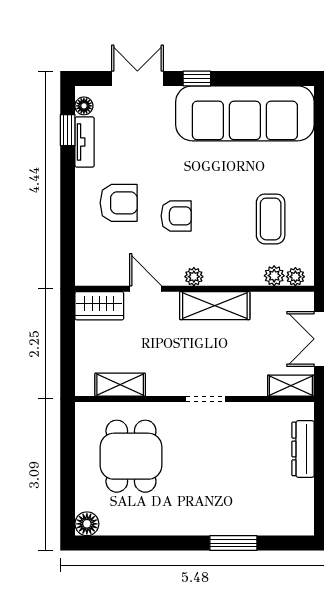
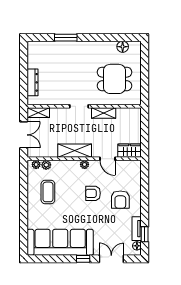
double door: (137, 78) -> (111, 259), swing flipped
armchair: (119, 203) -> (120, 200), turned -90
shelving: (120, 385) -> (104, 113), moved
dining table: (131, 456) -> (114, 79), turned 90
floor lamp: (87, 524) -> (123, 47), moved

